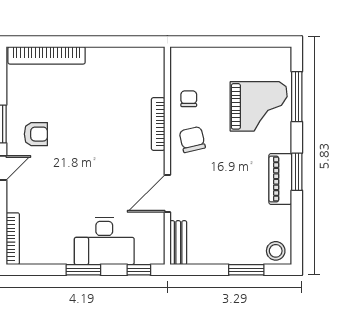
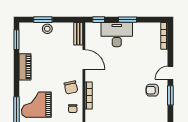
window: (297, 172) -> (17, 40), moved
door: (167, 194) -> (84, 59), hinge flipped
stool: (276, 251) -> (47, 29), moved

